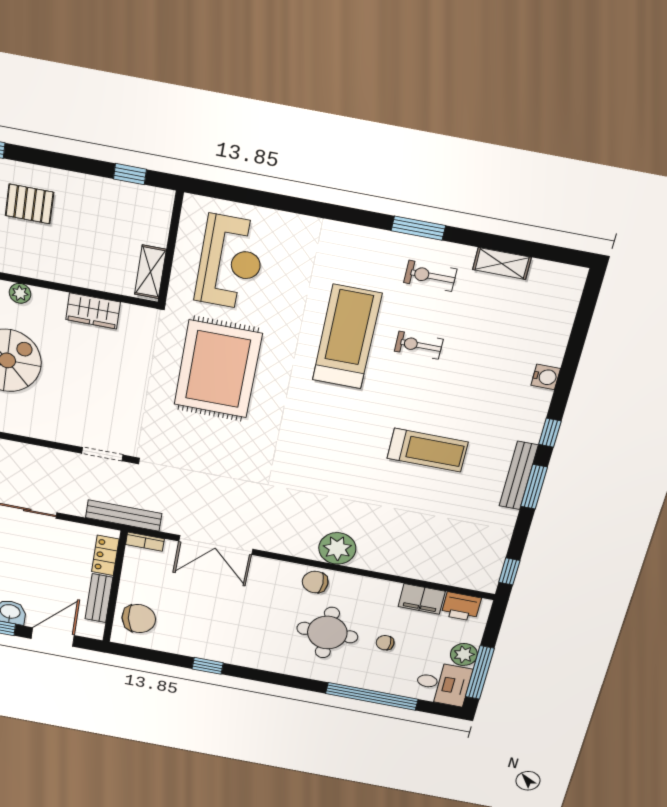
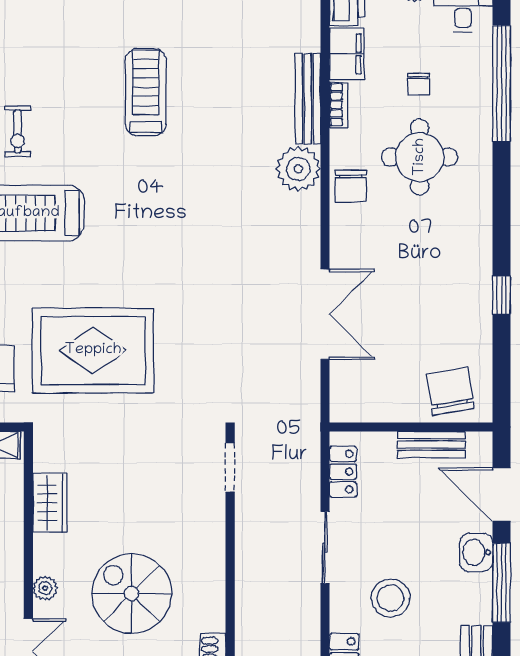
bench: (124, 516) -> (308, 99), moved
bookcase: (145, 542) -> (339, 105), moved
locker: (105, 555) -> (343, 472), moved, turned -90

